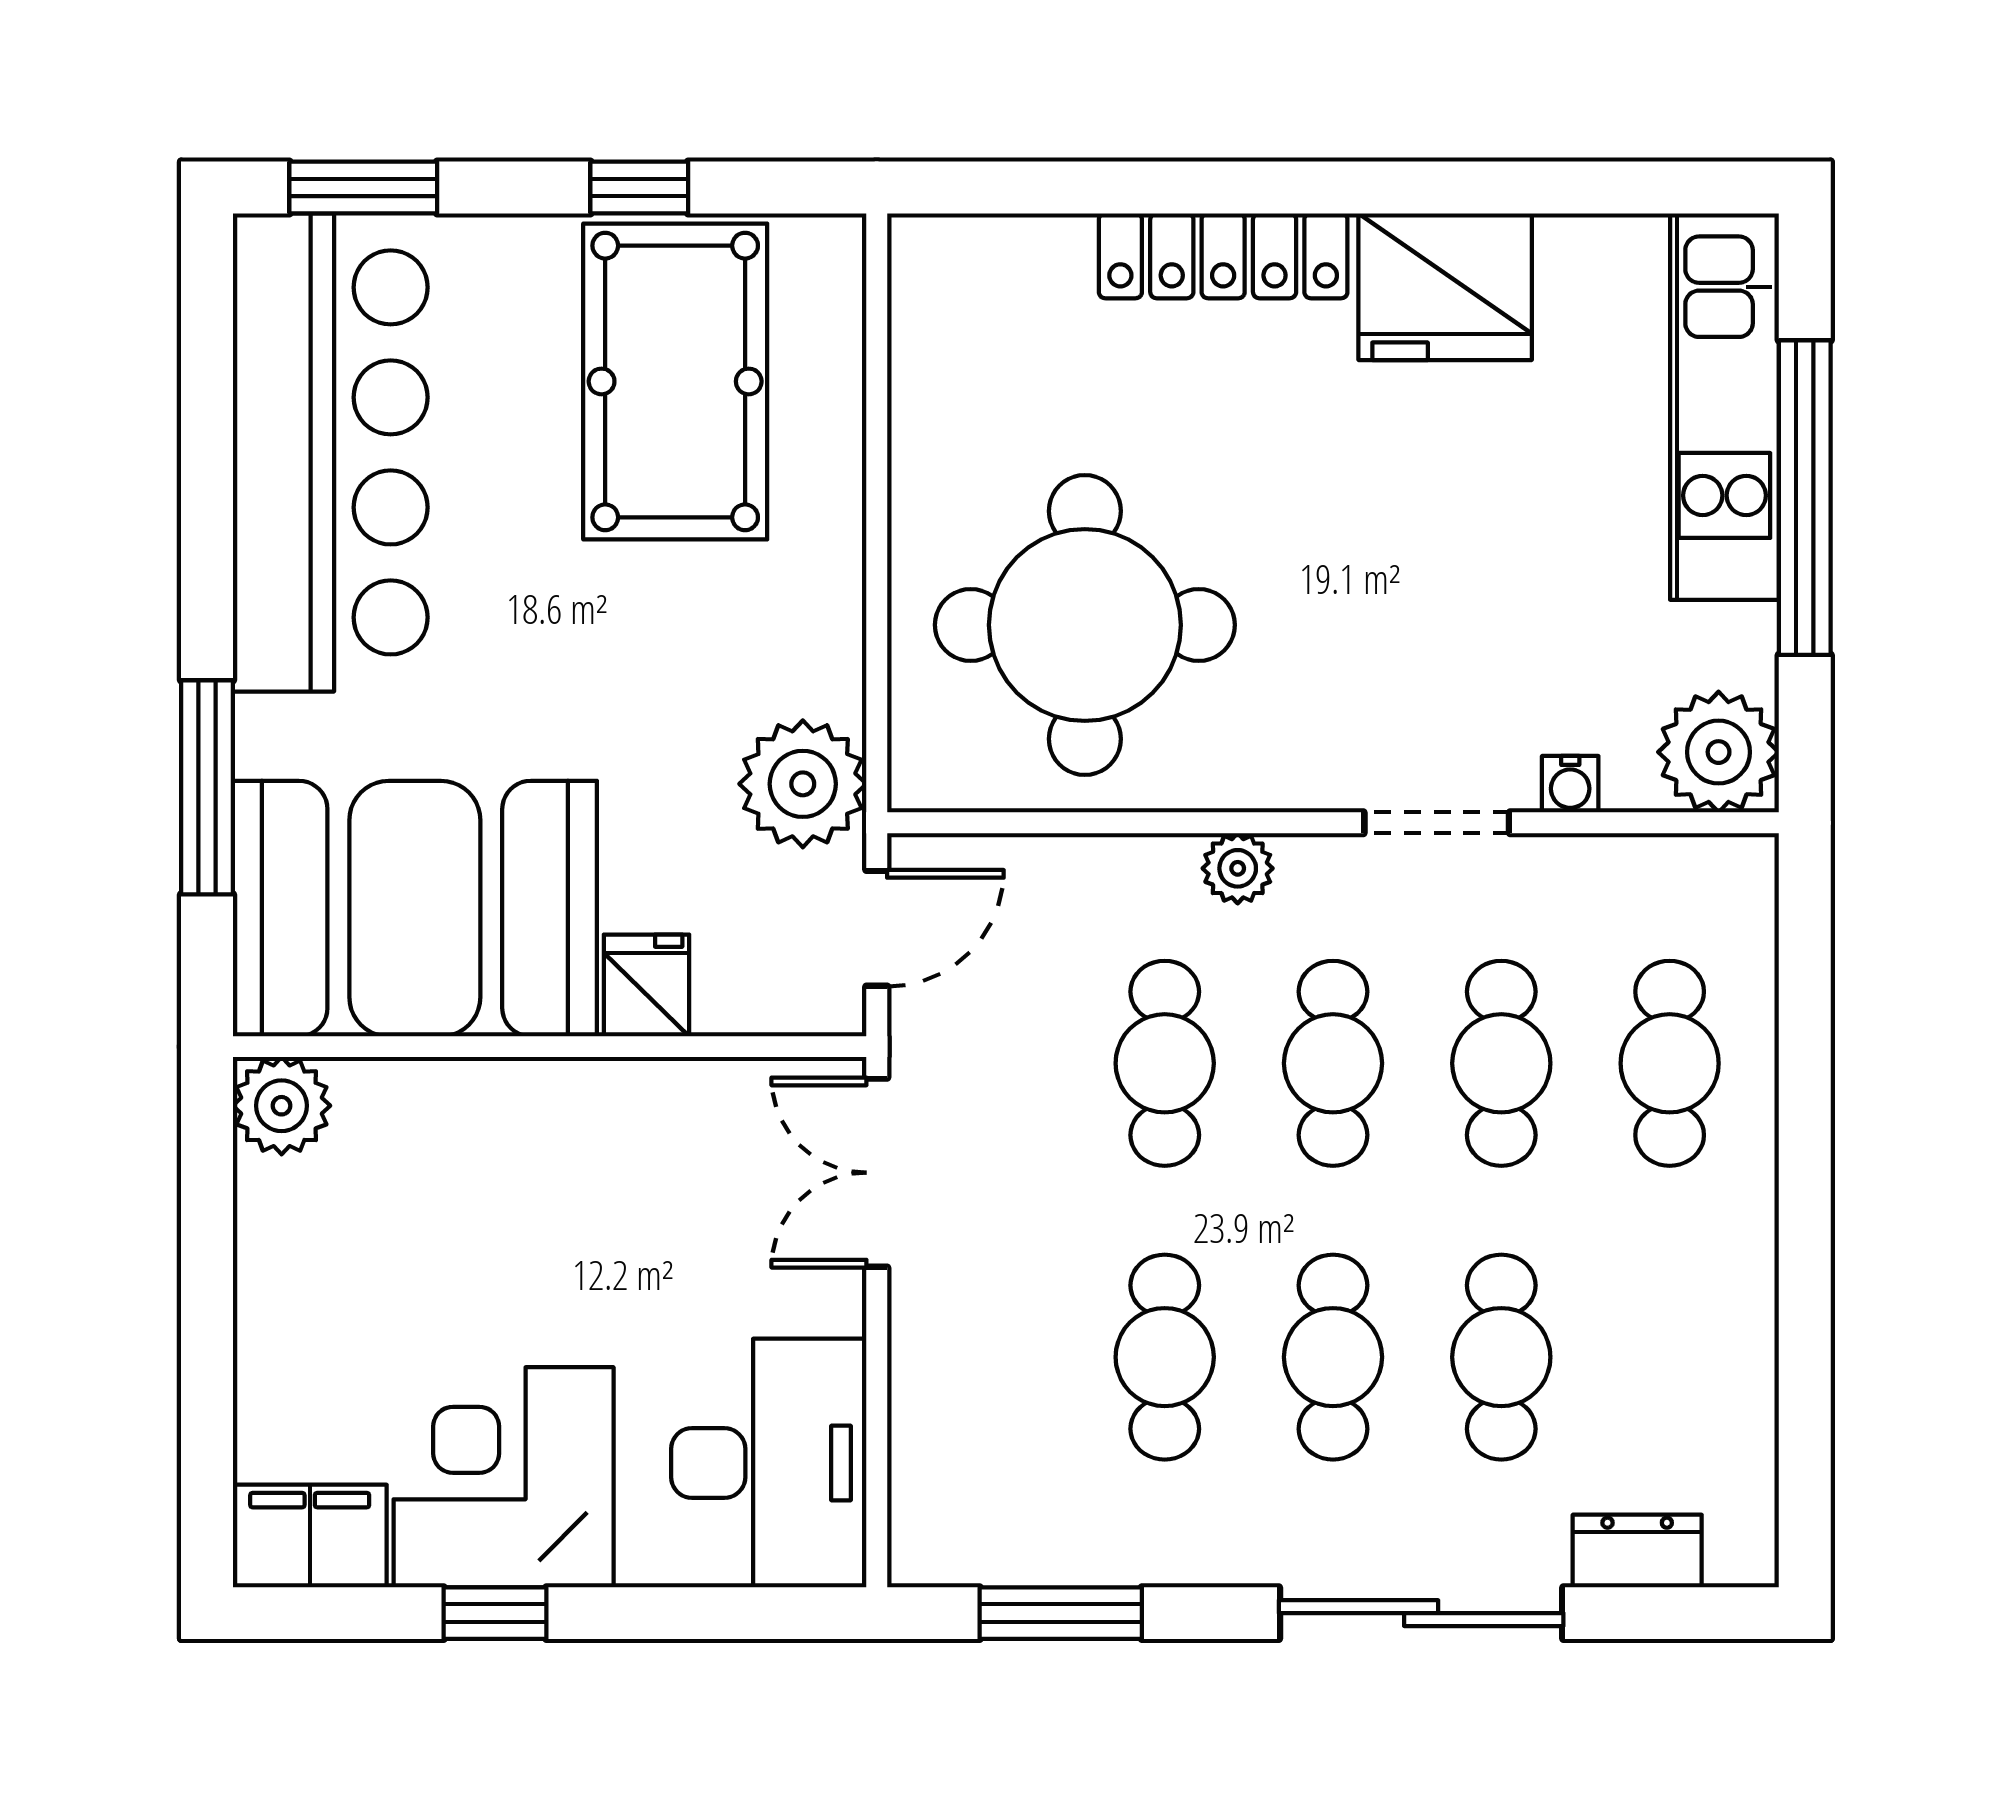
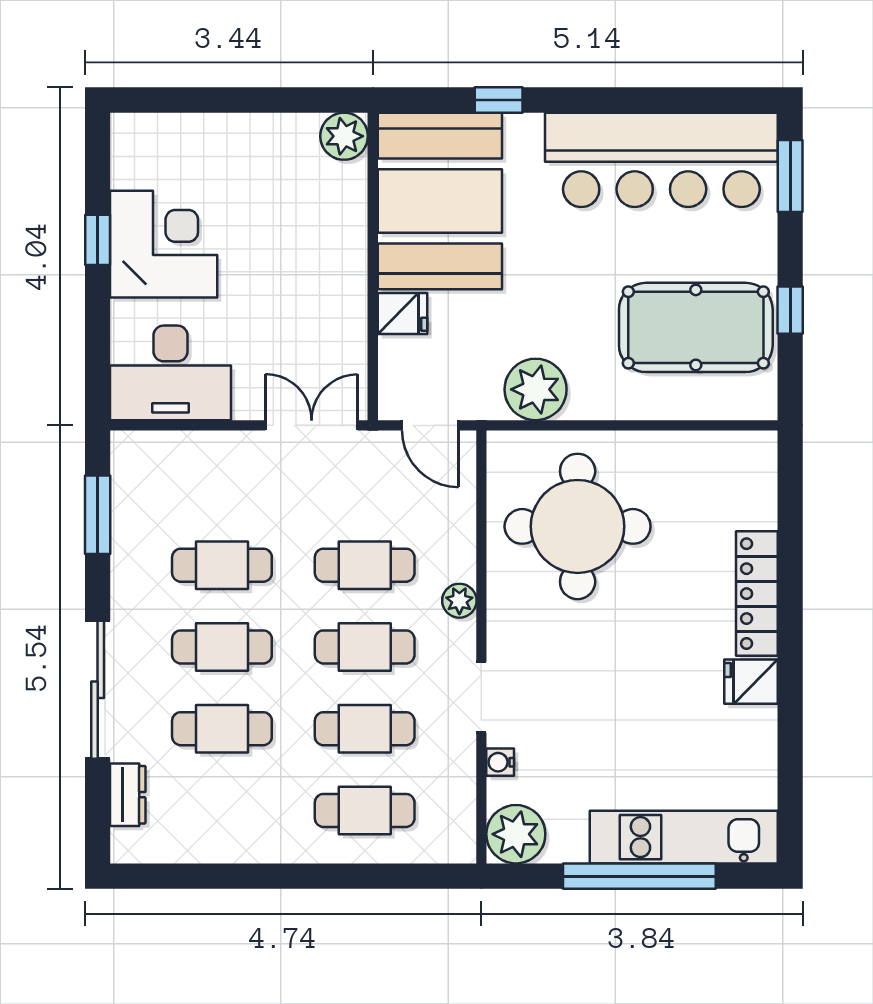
fridge: (1445, 287) -> (751, 682), width x0.53, depth x0.75
plant: (803, 784) -> (536, 389), moved
window: (207, 787) -> (499, 100), width x0.46
filing cabinet: (310, 1536) -> (135, 150), removed

